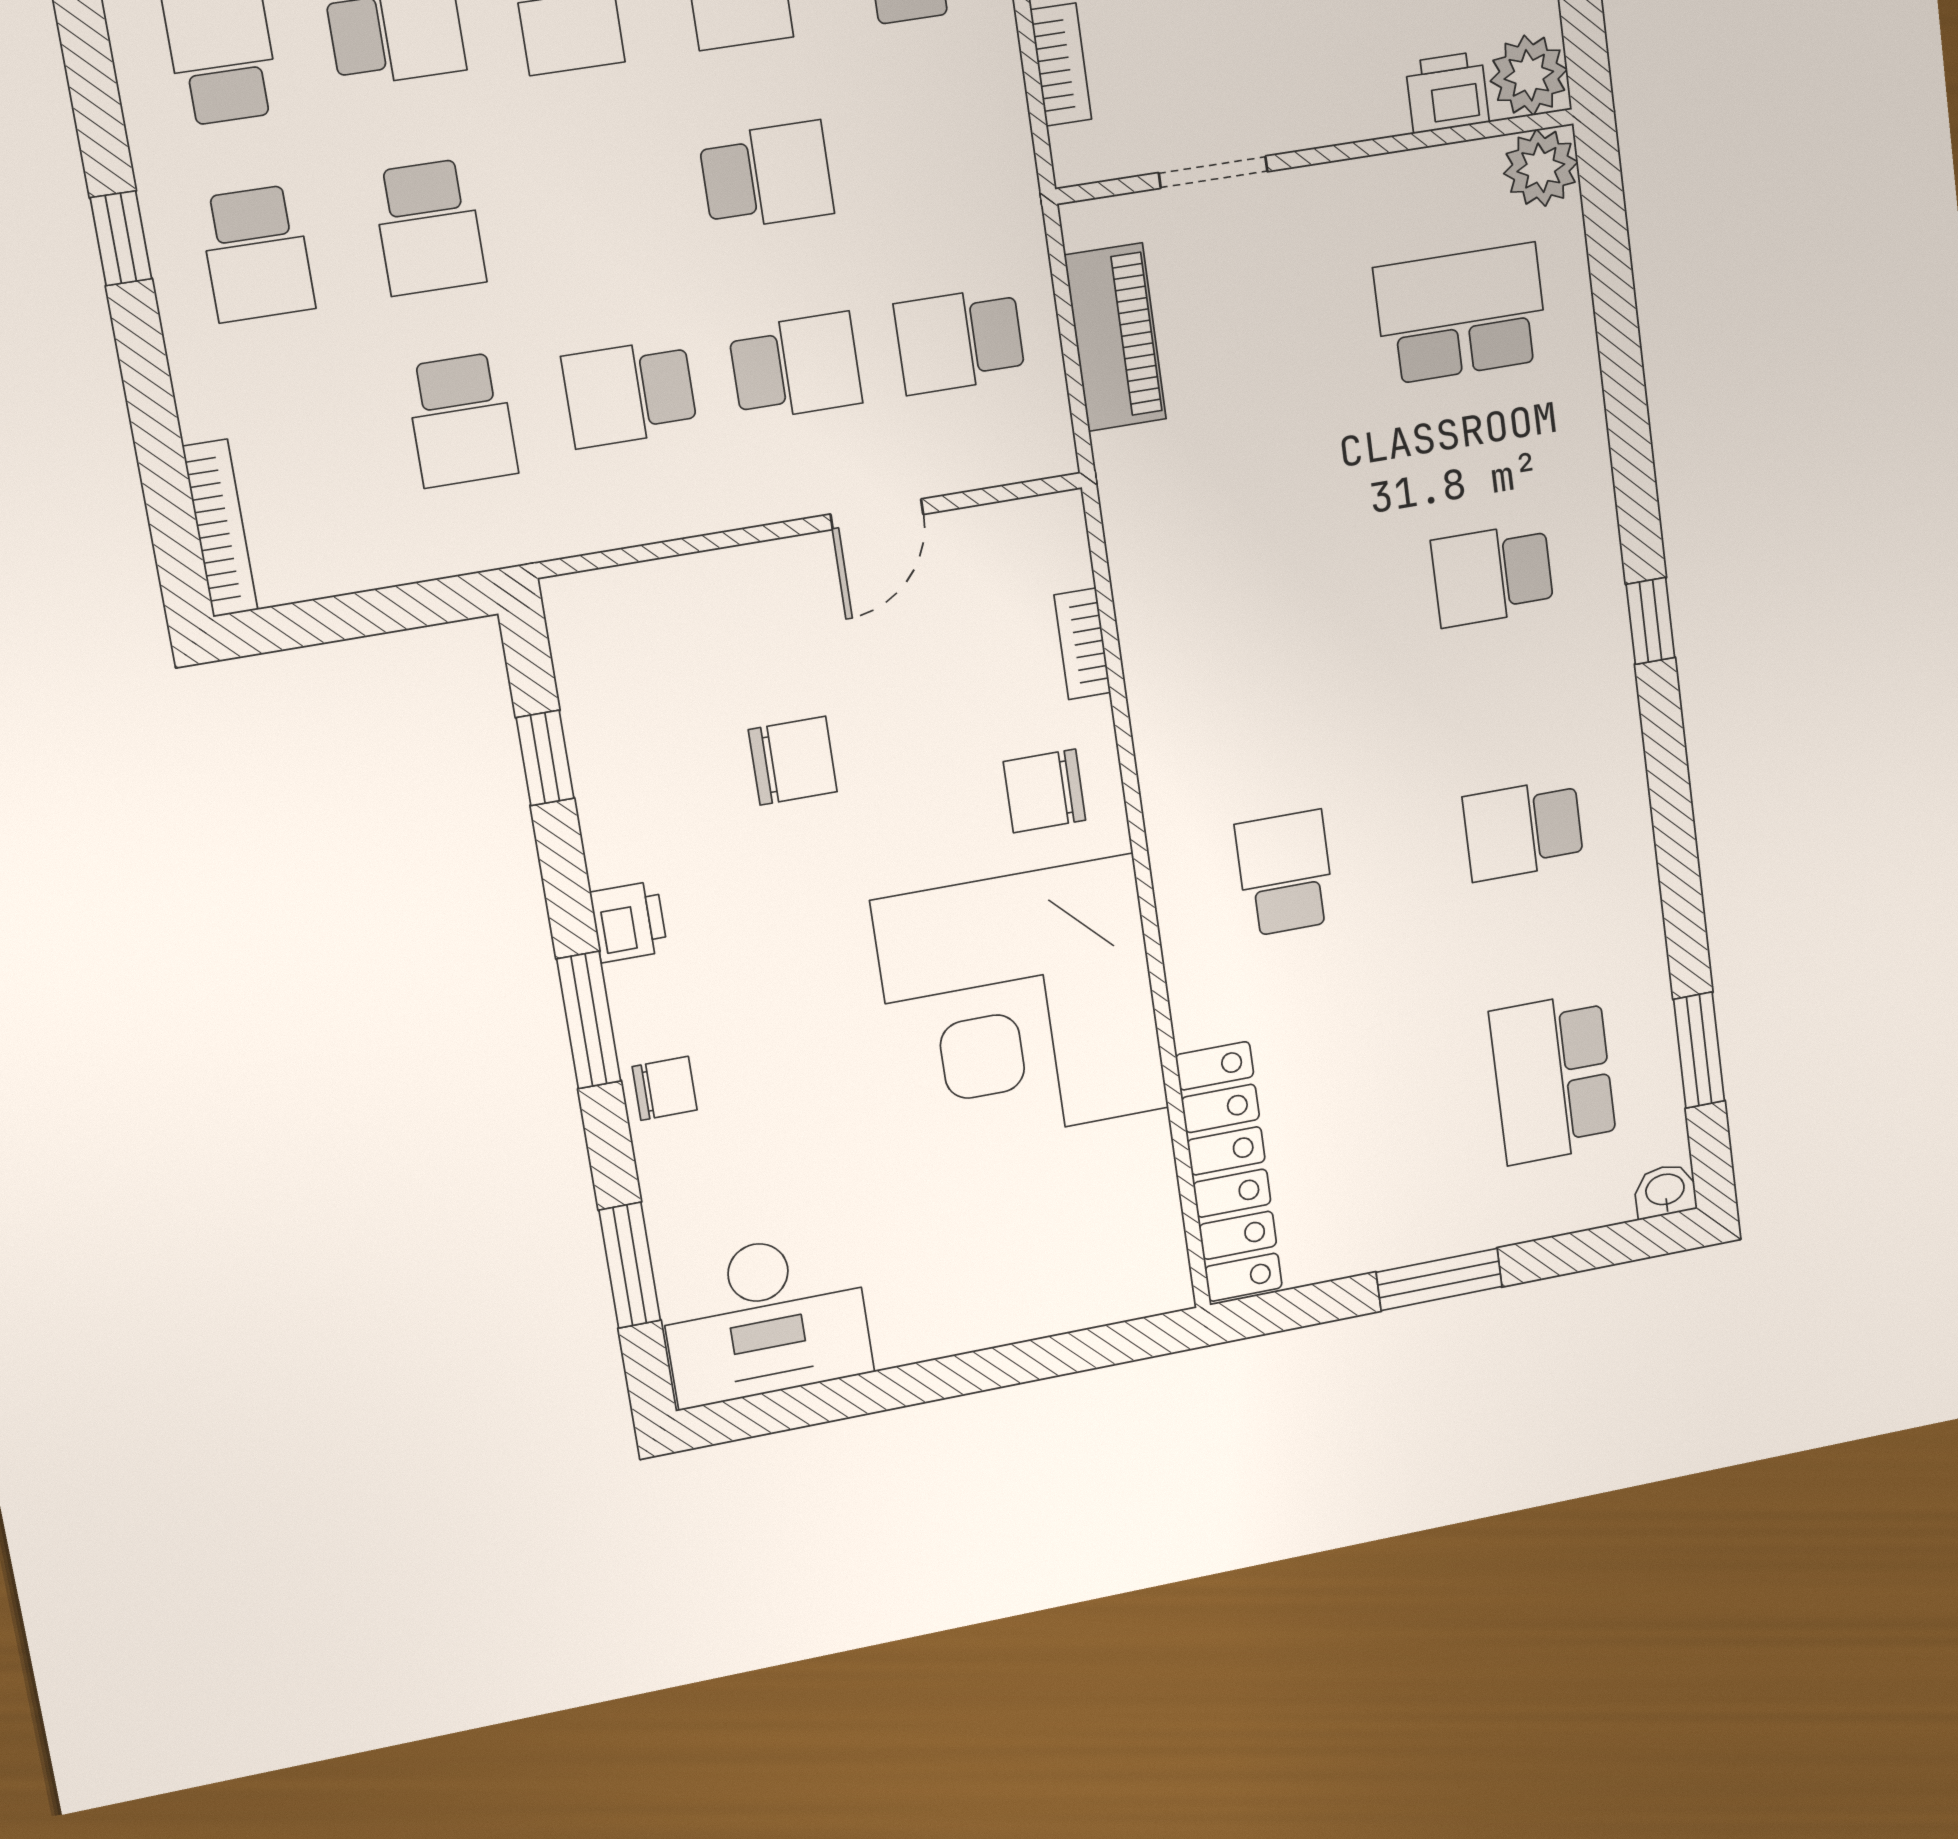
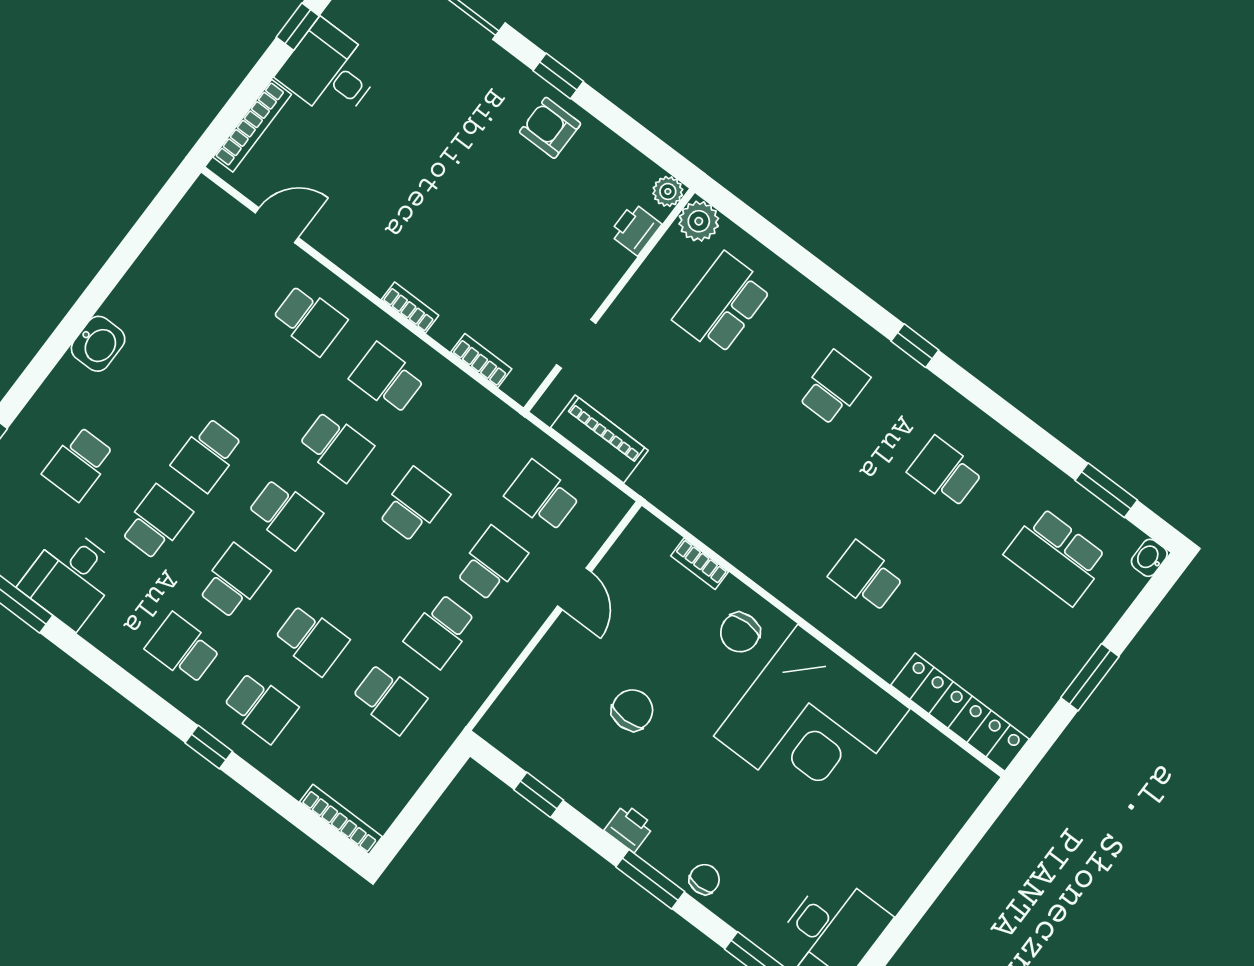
plant: (1529, 75) -> (668, 191), width x0.73, depth x0.73
school desk: (960, 340) -> (542, 496), turned 90
school desk: (1492, 575) -> (834, 388), turned 180
school desk: (1523, 830) -> (945, 472), turned 90

